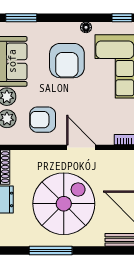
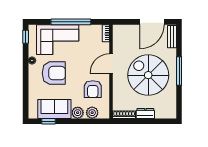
window: (21, 18) -> (26, 103), removed
window: (51, 251) -> (179, 71), moved

